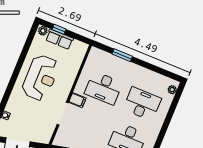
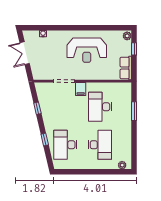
row of seats: (59, 39) -> (126, 68), moved

